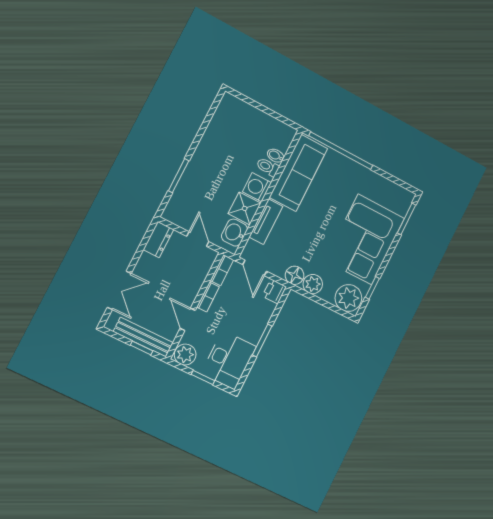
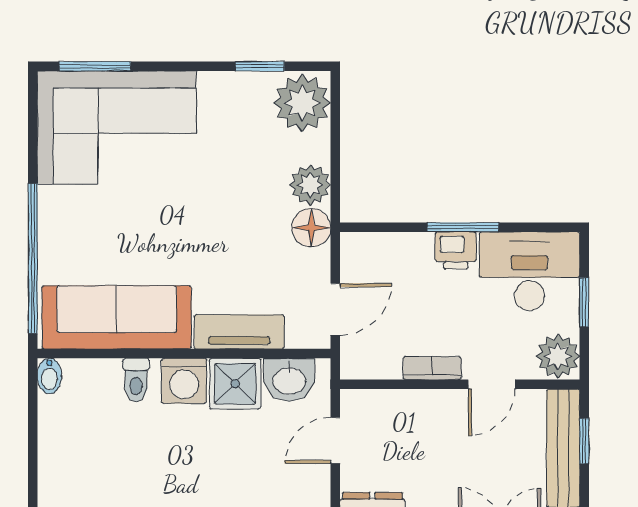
bidet: (276, 156) -> (49, 376), moved
corner sofa: (365, 239) -> (117, 128), moved
bookcase: (222, 270) -> (370, 368), removed
printer: (274, 291) -> (456, 250), moved

